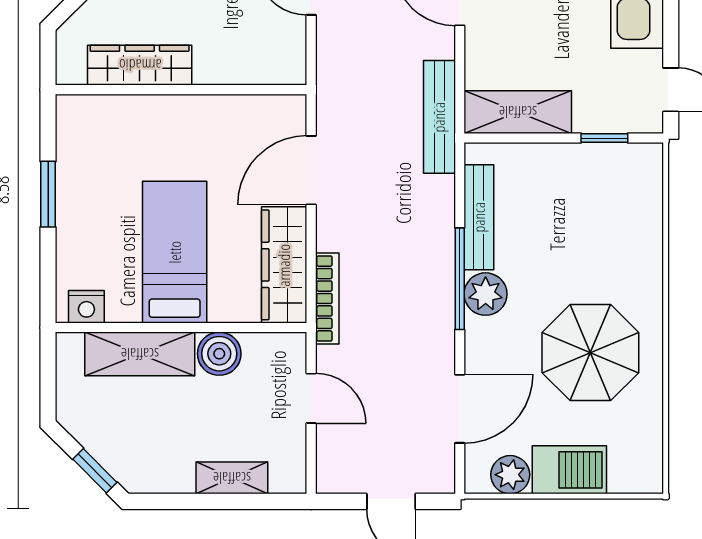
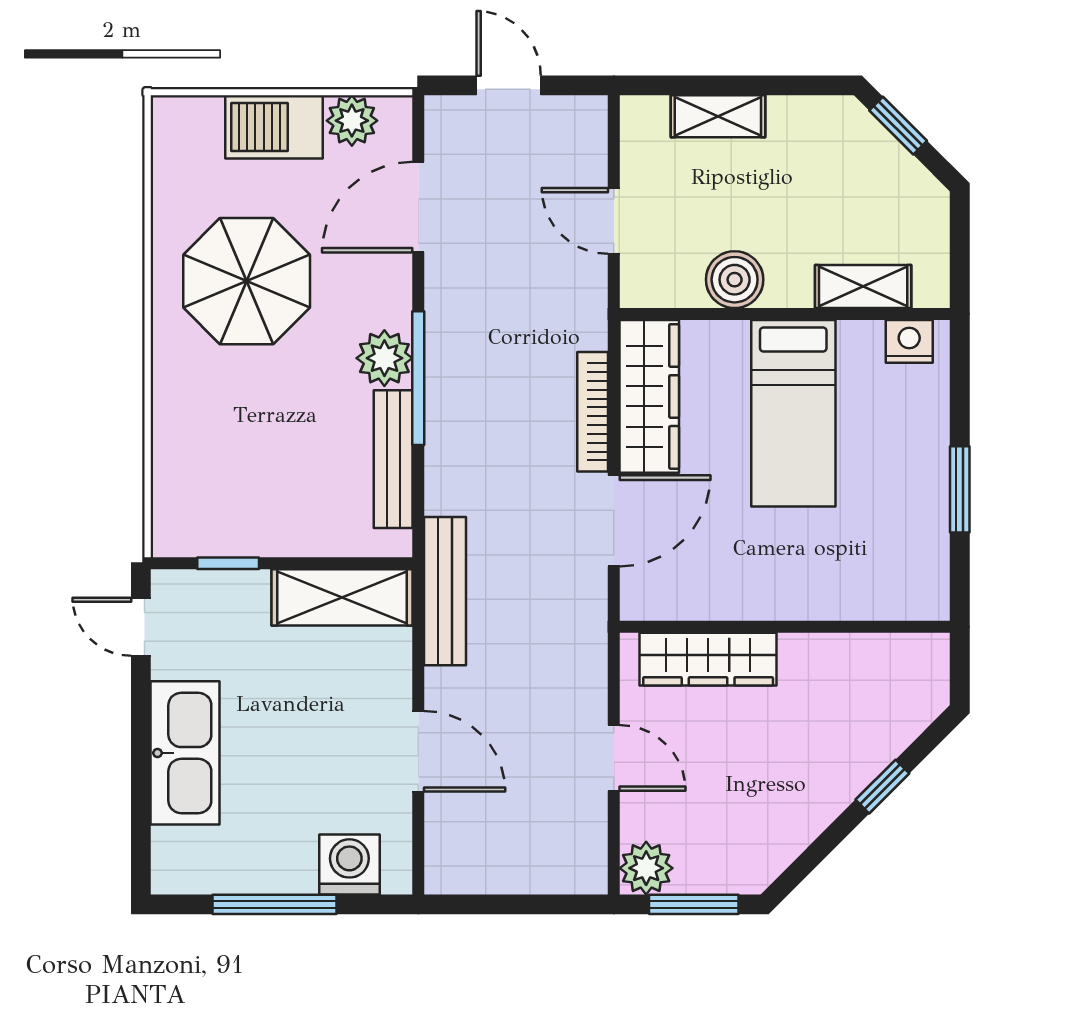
wardrobe: (140, 65) -> (708, 659), moved
bookcase: (327, 299) -> (593, 412), moved
shelving: (140, 354) -> (863, 287), width x0.67, depth x0.75

